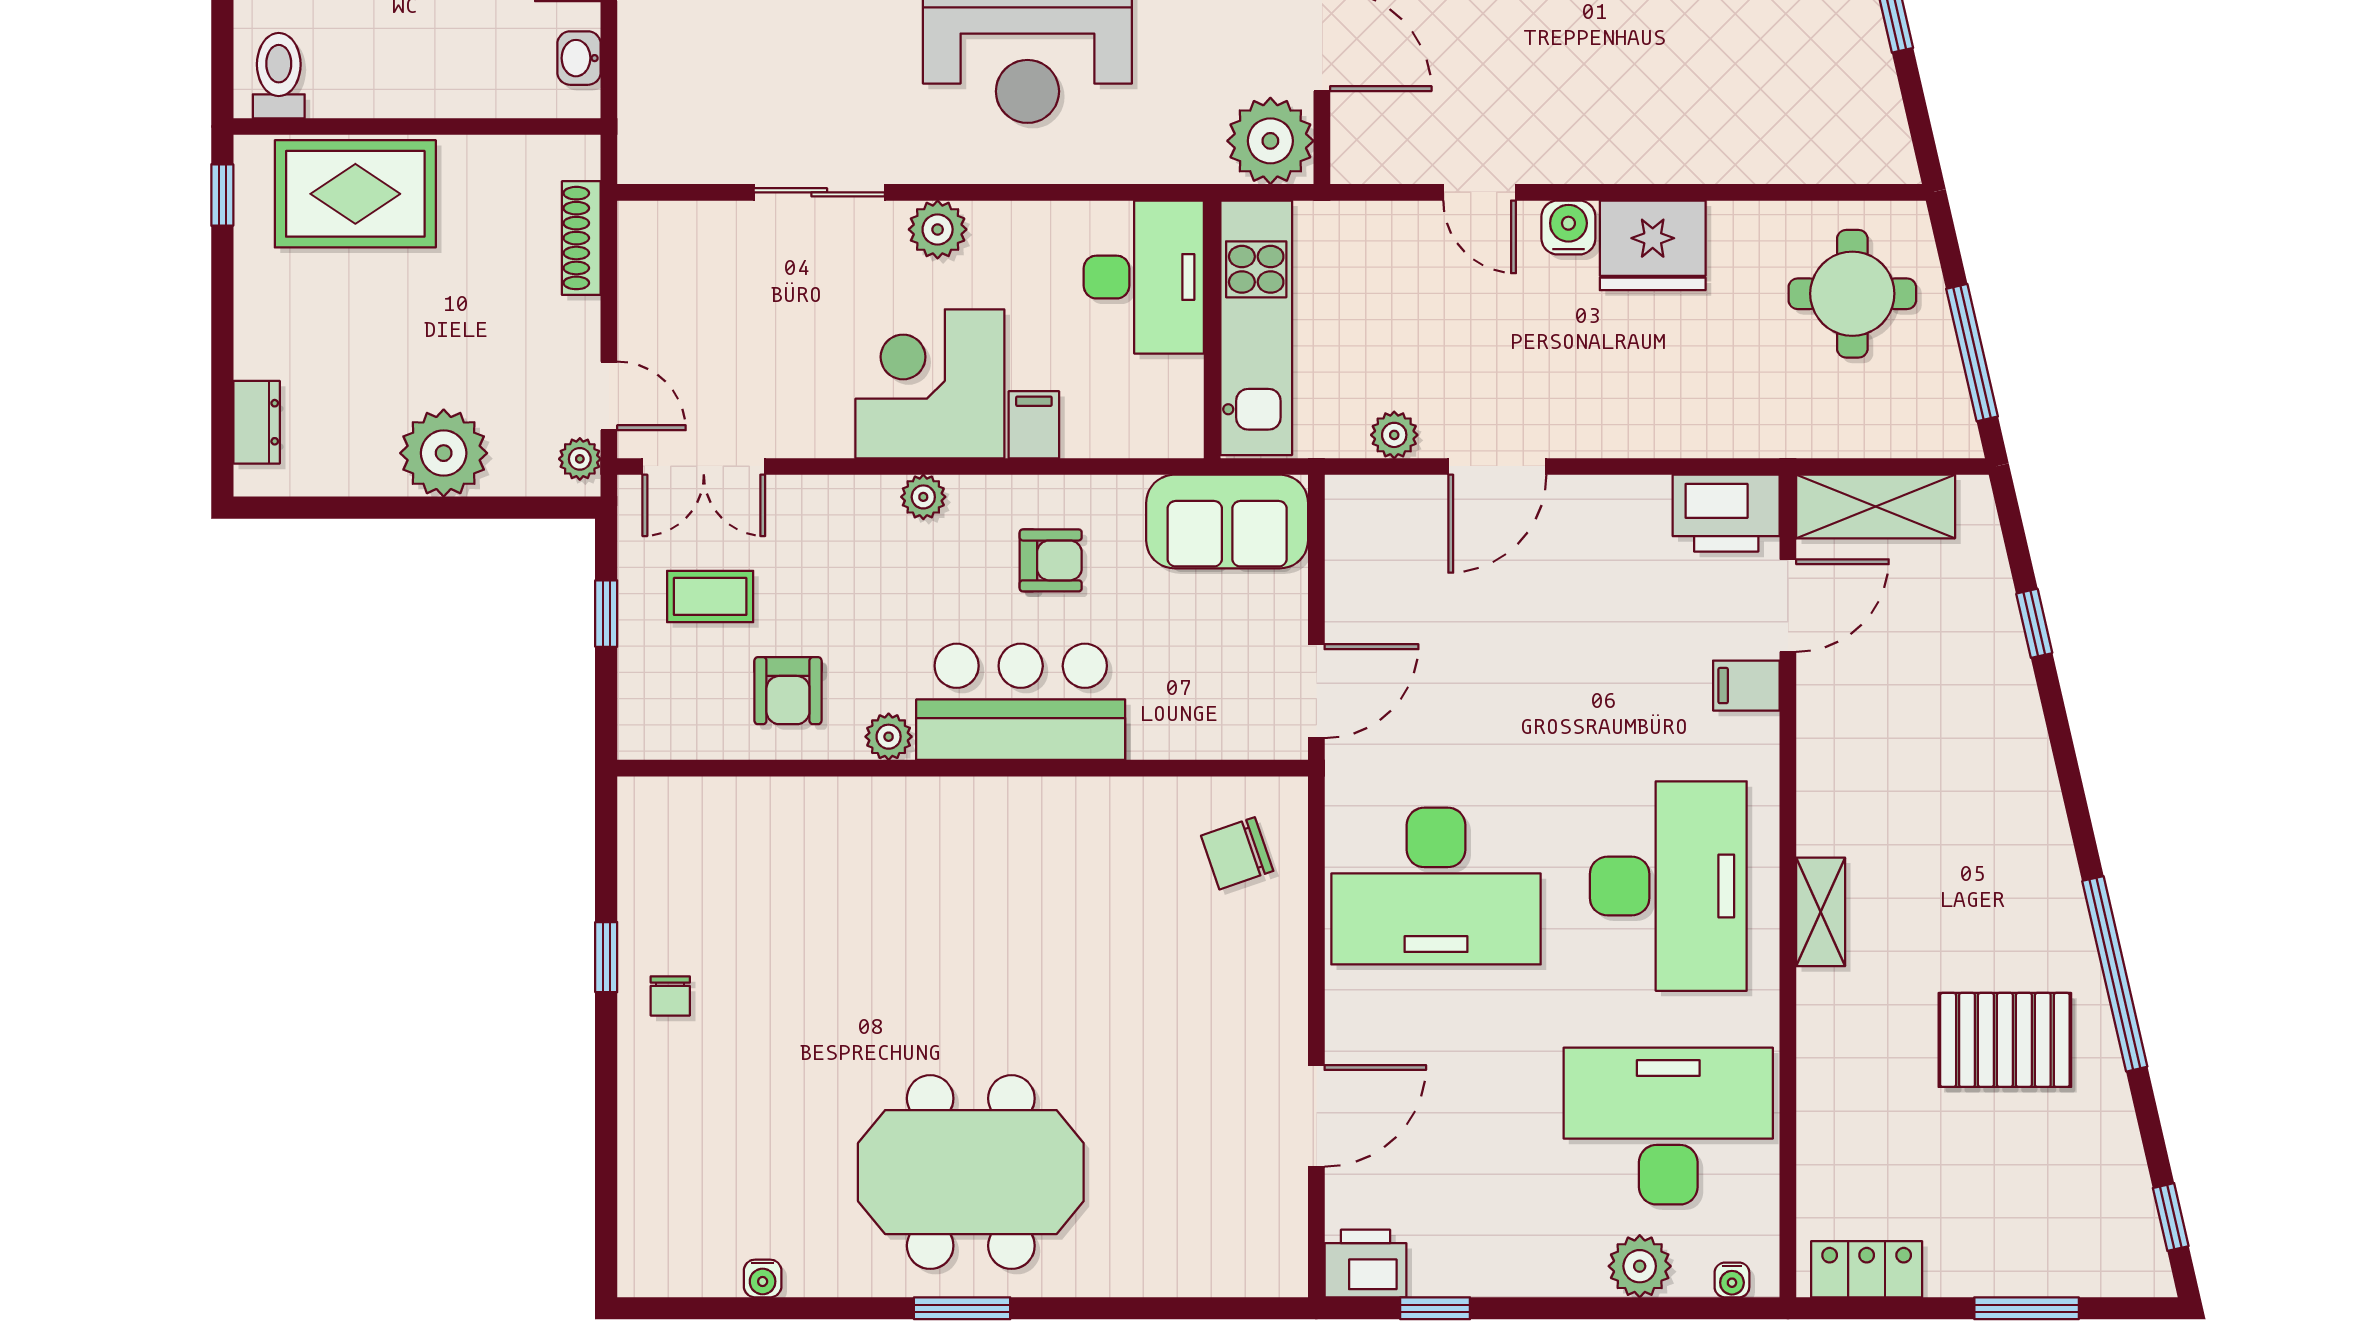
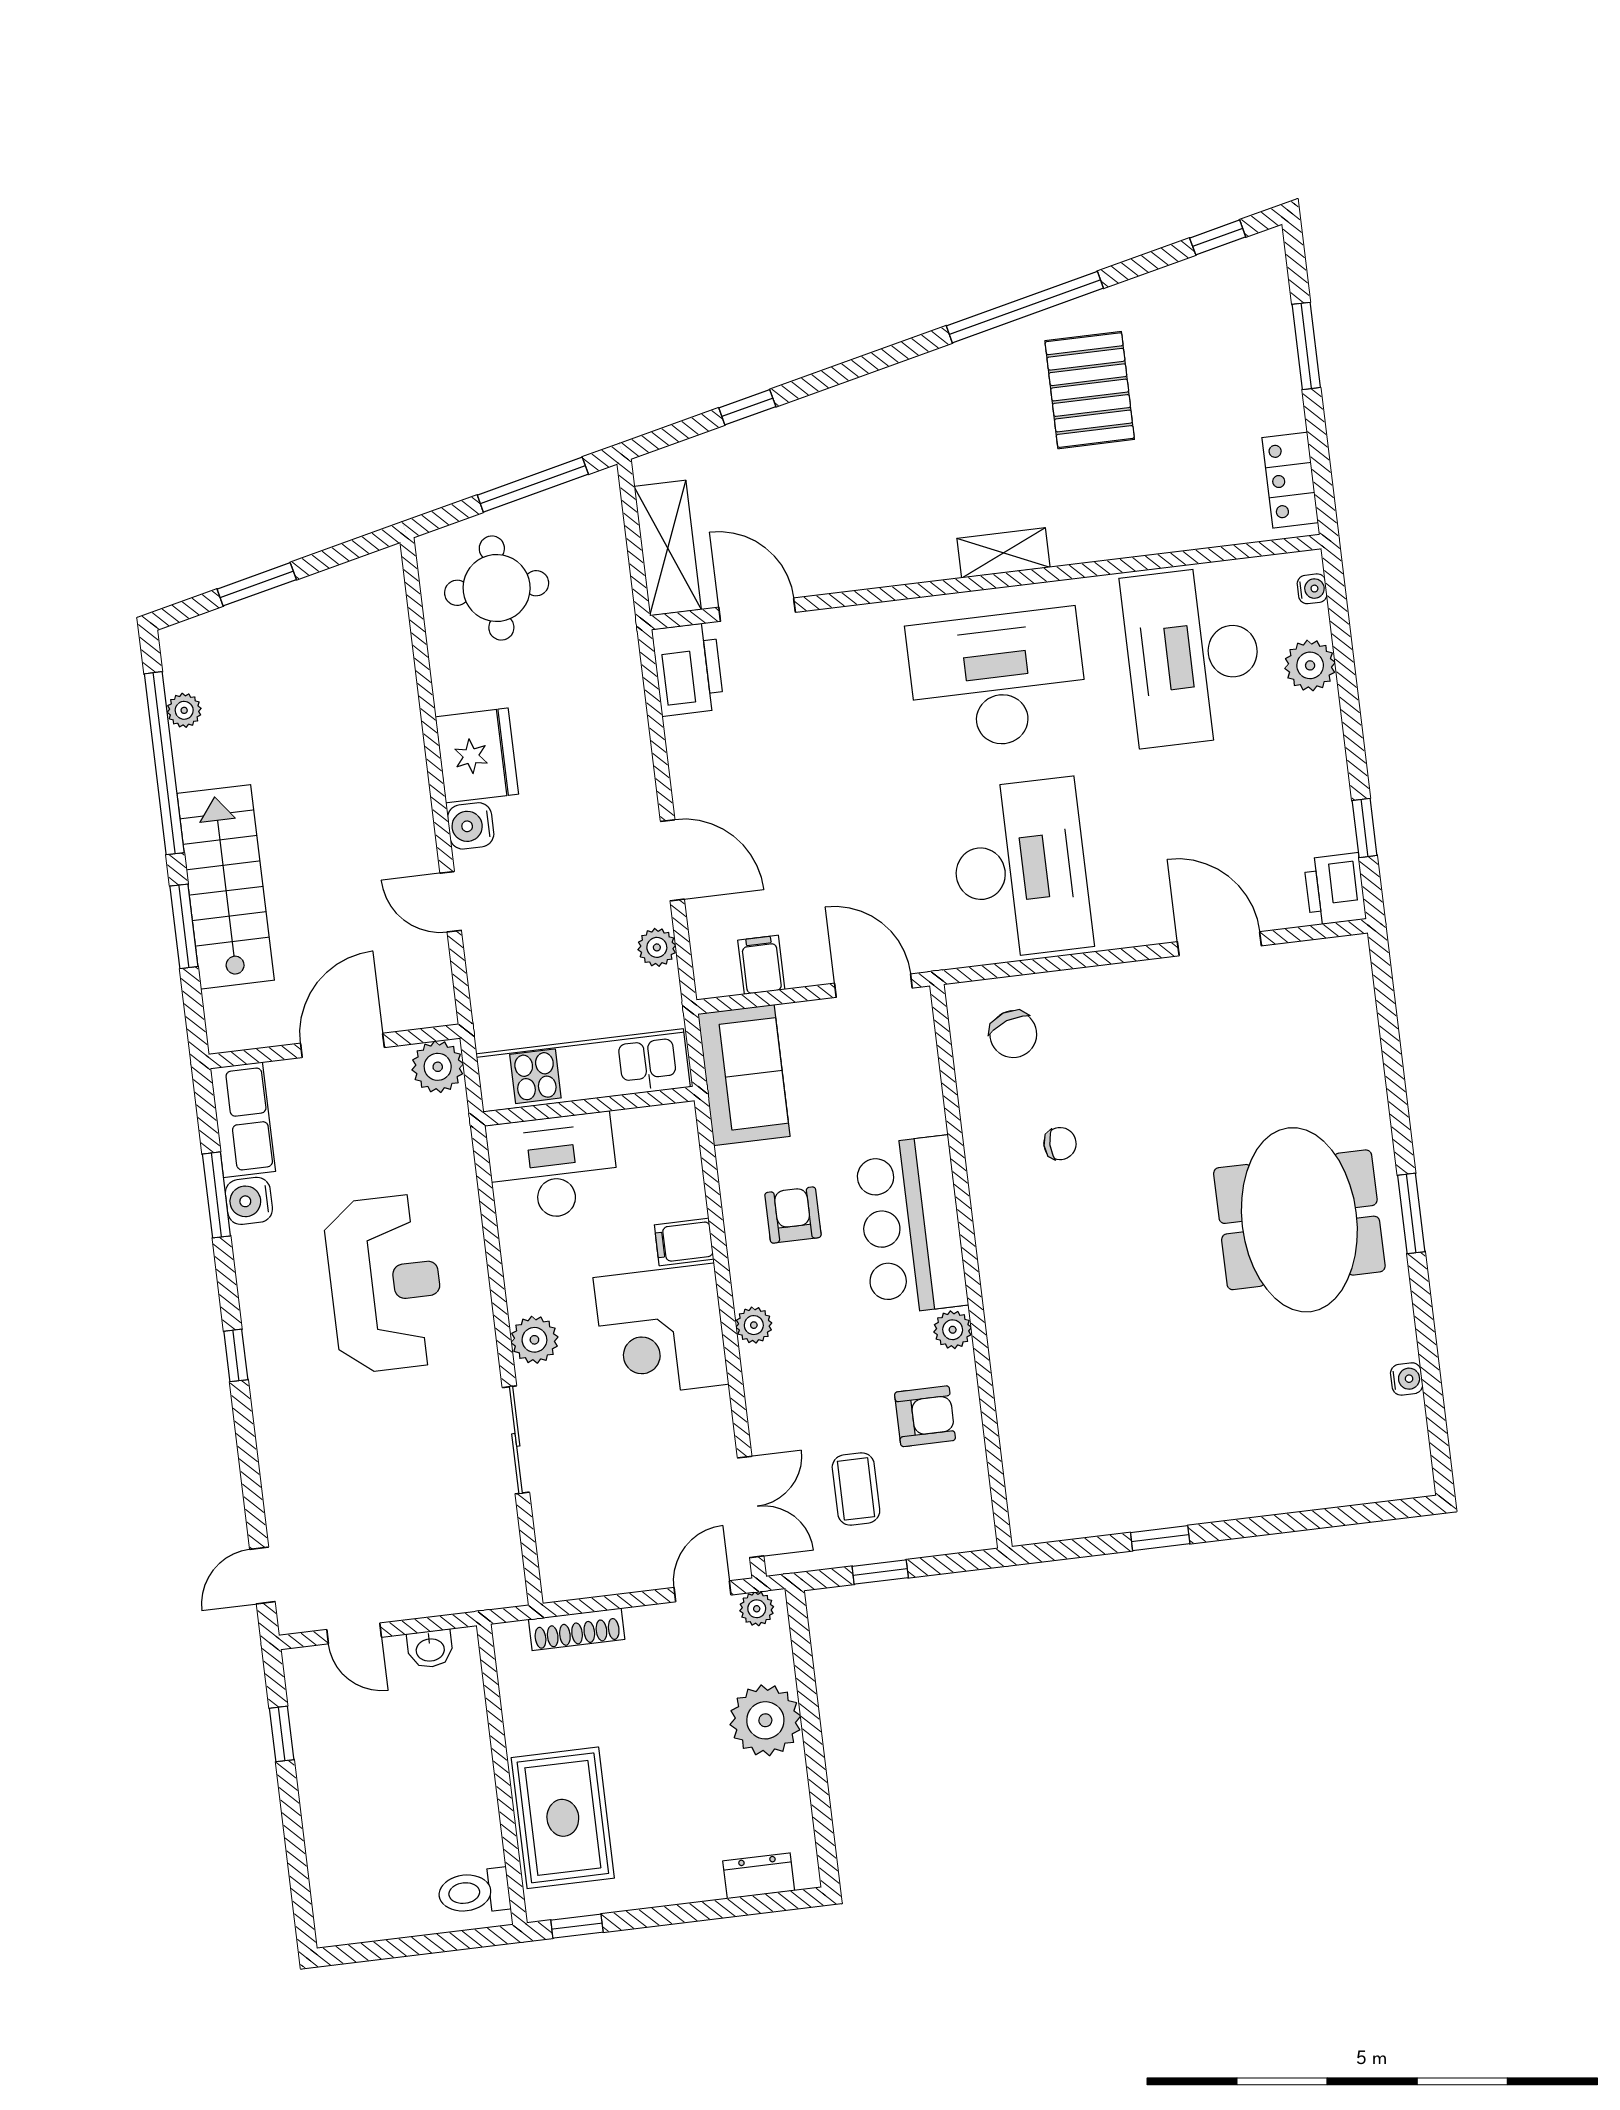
plant: (1270, 141) -> (438, 1067), width x0.73, depth x0.73
door: (1480, 192) -> (451, 902), swing flipped
filing cabinet: (1746, 686) -> (761, 965), moved, turned 180
chair: (670, 996) -> (1060, 1144), moved

